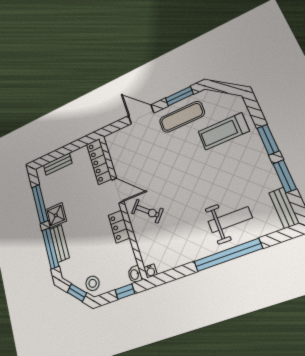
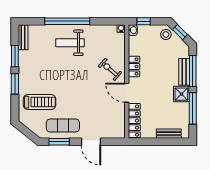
weight bench: (230, 220) -> (70, 43), moved

